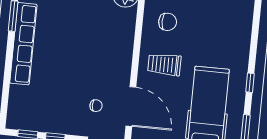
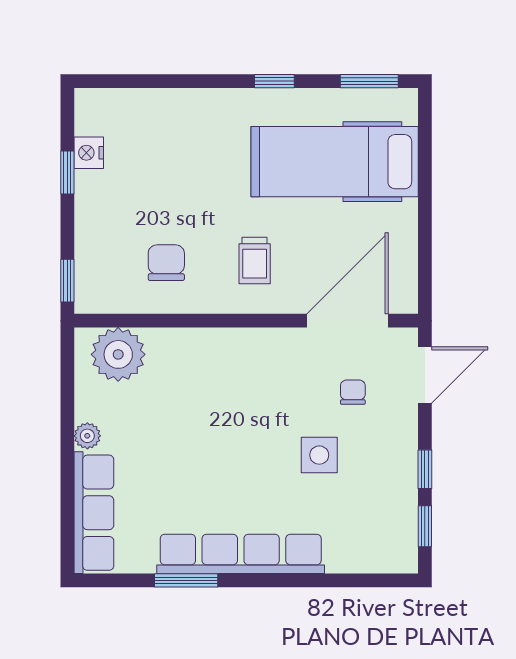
trolley: (164, 65) -> (255, 260), width x0.73, depth x0.72
side table: (67, 86) -> (319, 455), added

